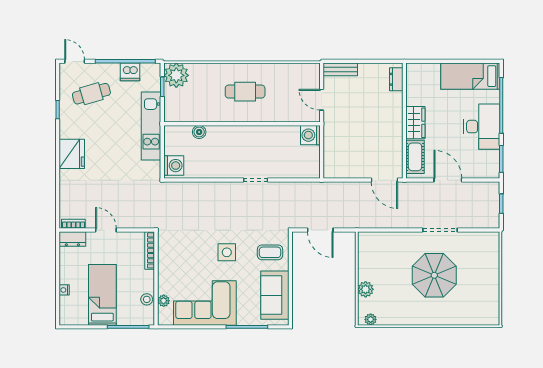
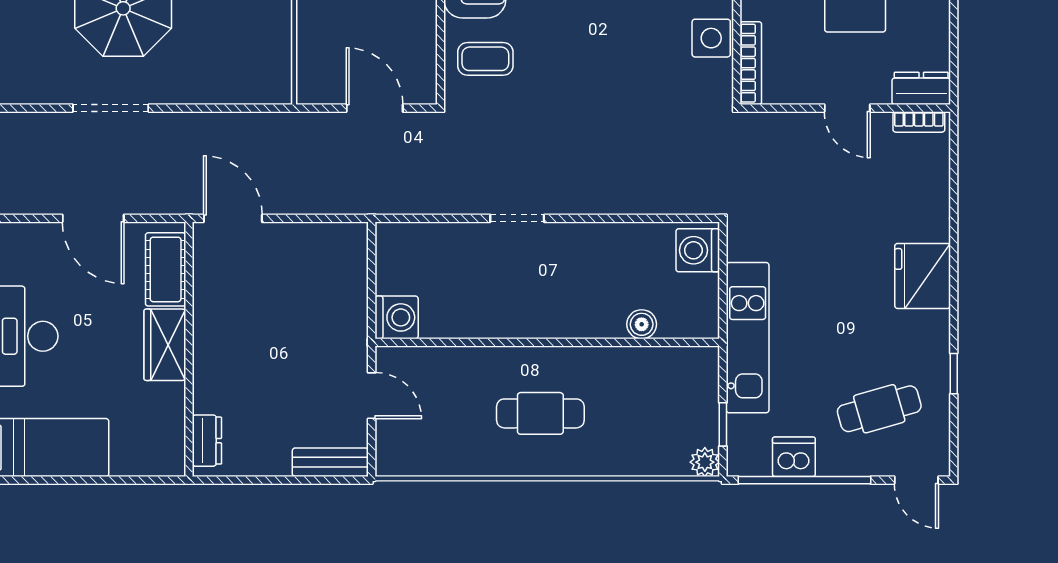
plant: (176, 75) -> (705, 462), width x0.53, depth x0.53
side table: (227, 252) -> (711, 38), moved

